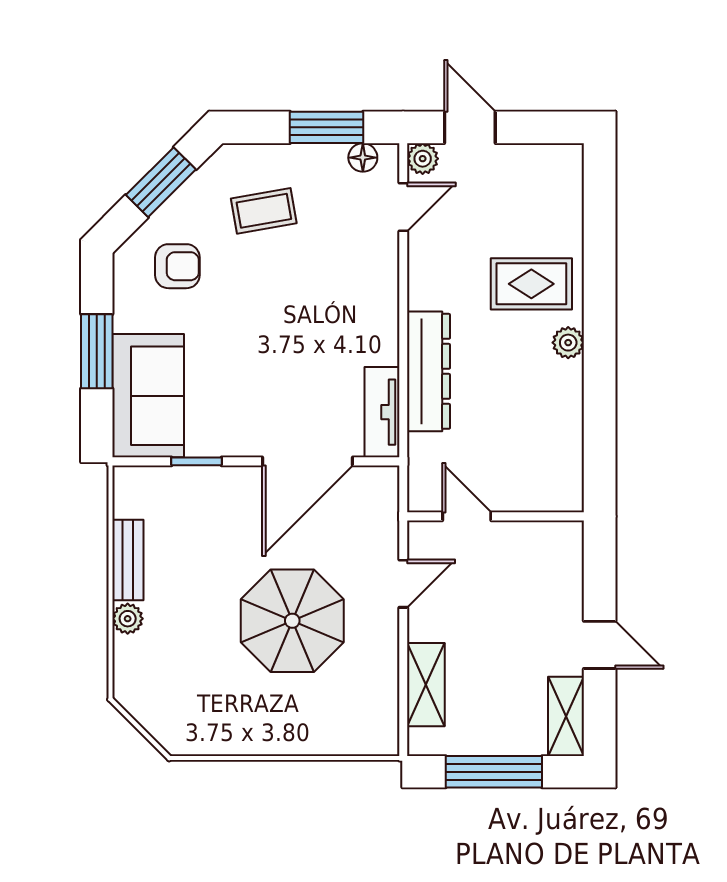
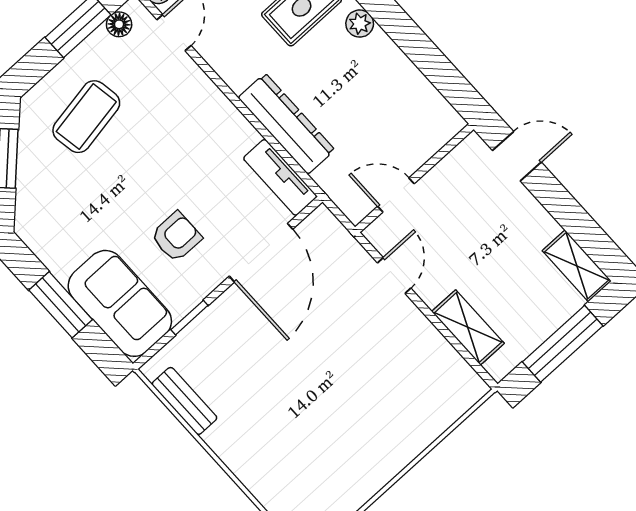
coffee table: (264, 211) -> (86, 117), width x1.36, depth x1.30
armchair: (177, 266) -> (176, 237), moved
bench: (128, 560) -> (184, 401), moved
plant: (128, 619) -> (237, 459), removed
parasol: (292, 621) -> (344, 364), removed
door: (600, 645) -> (517, 156), moved

